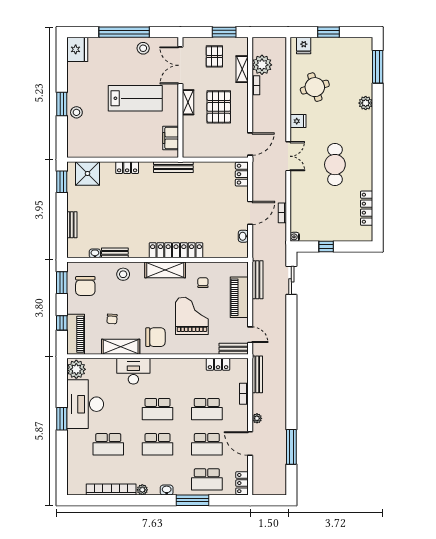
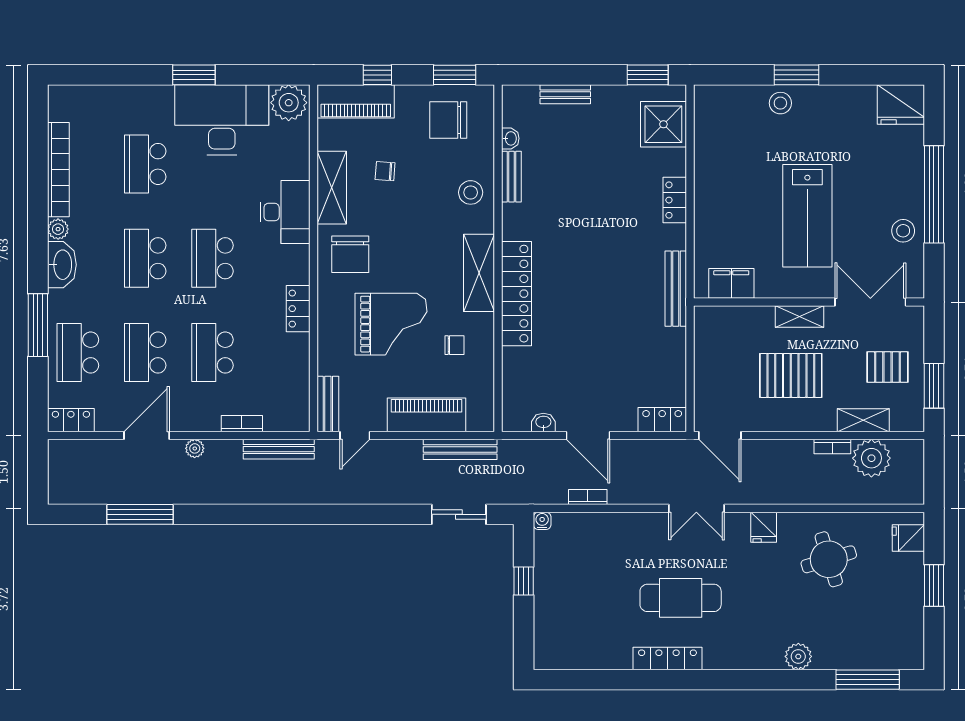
locker: (367, 208) -> (667, 658), moved
locker: (218, 364) -> (298, 309), moved
washbasin: (167, 490) -> (62, 265), width x1.91, depth x1.45

